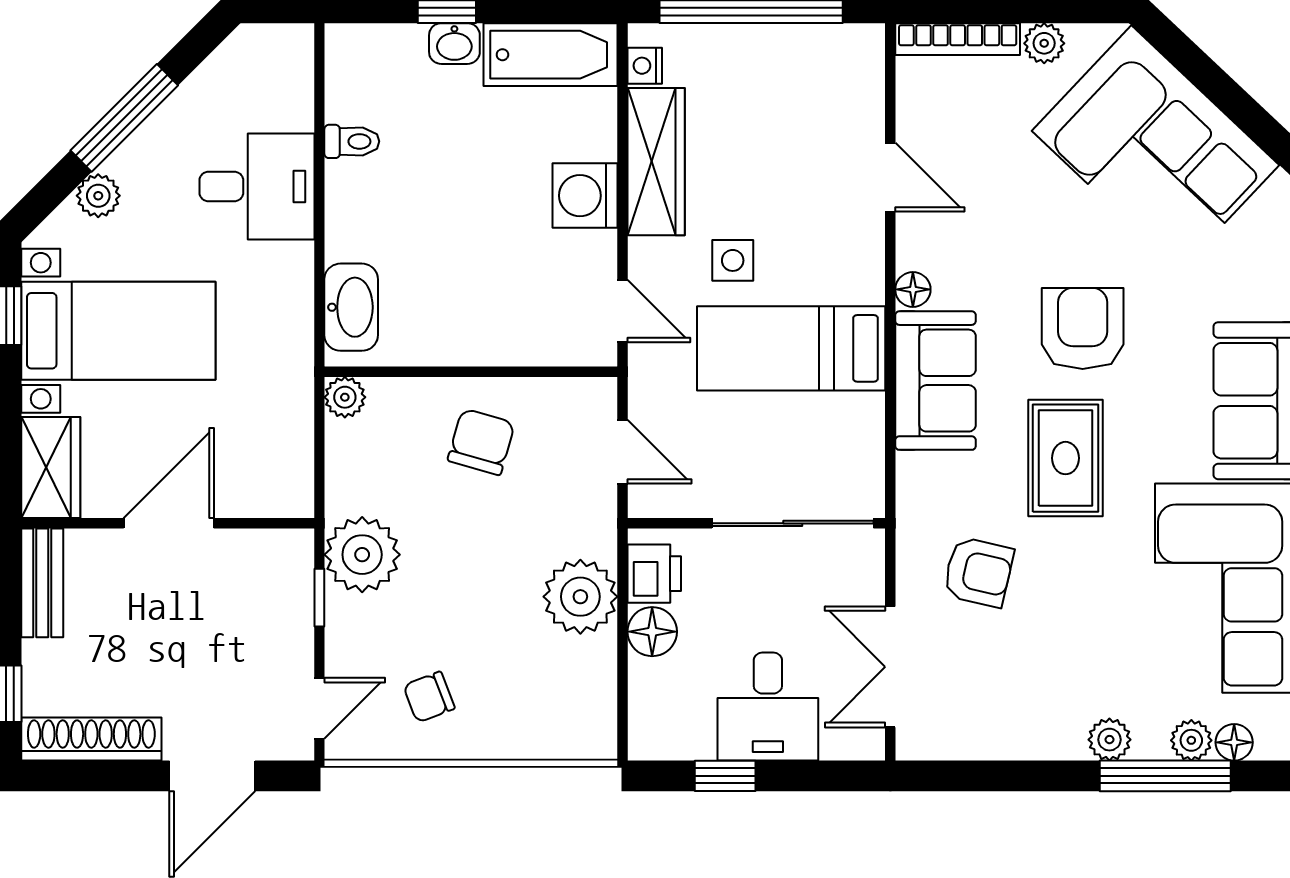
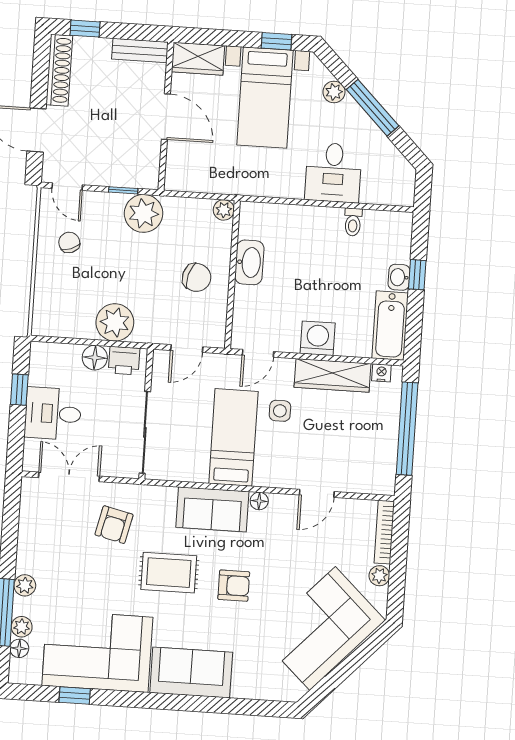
washbasin: (351, 307) -> (249, 262), moved, turned -90
armchair: (1083, 328) -> (234, 586), width x0.72, depth x0.72

